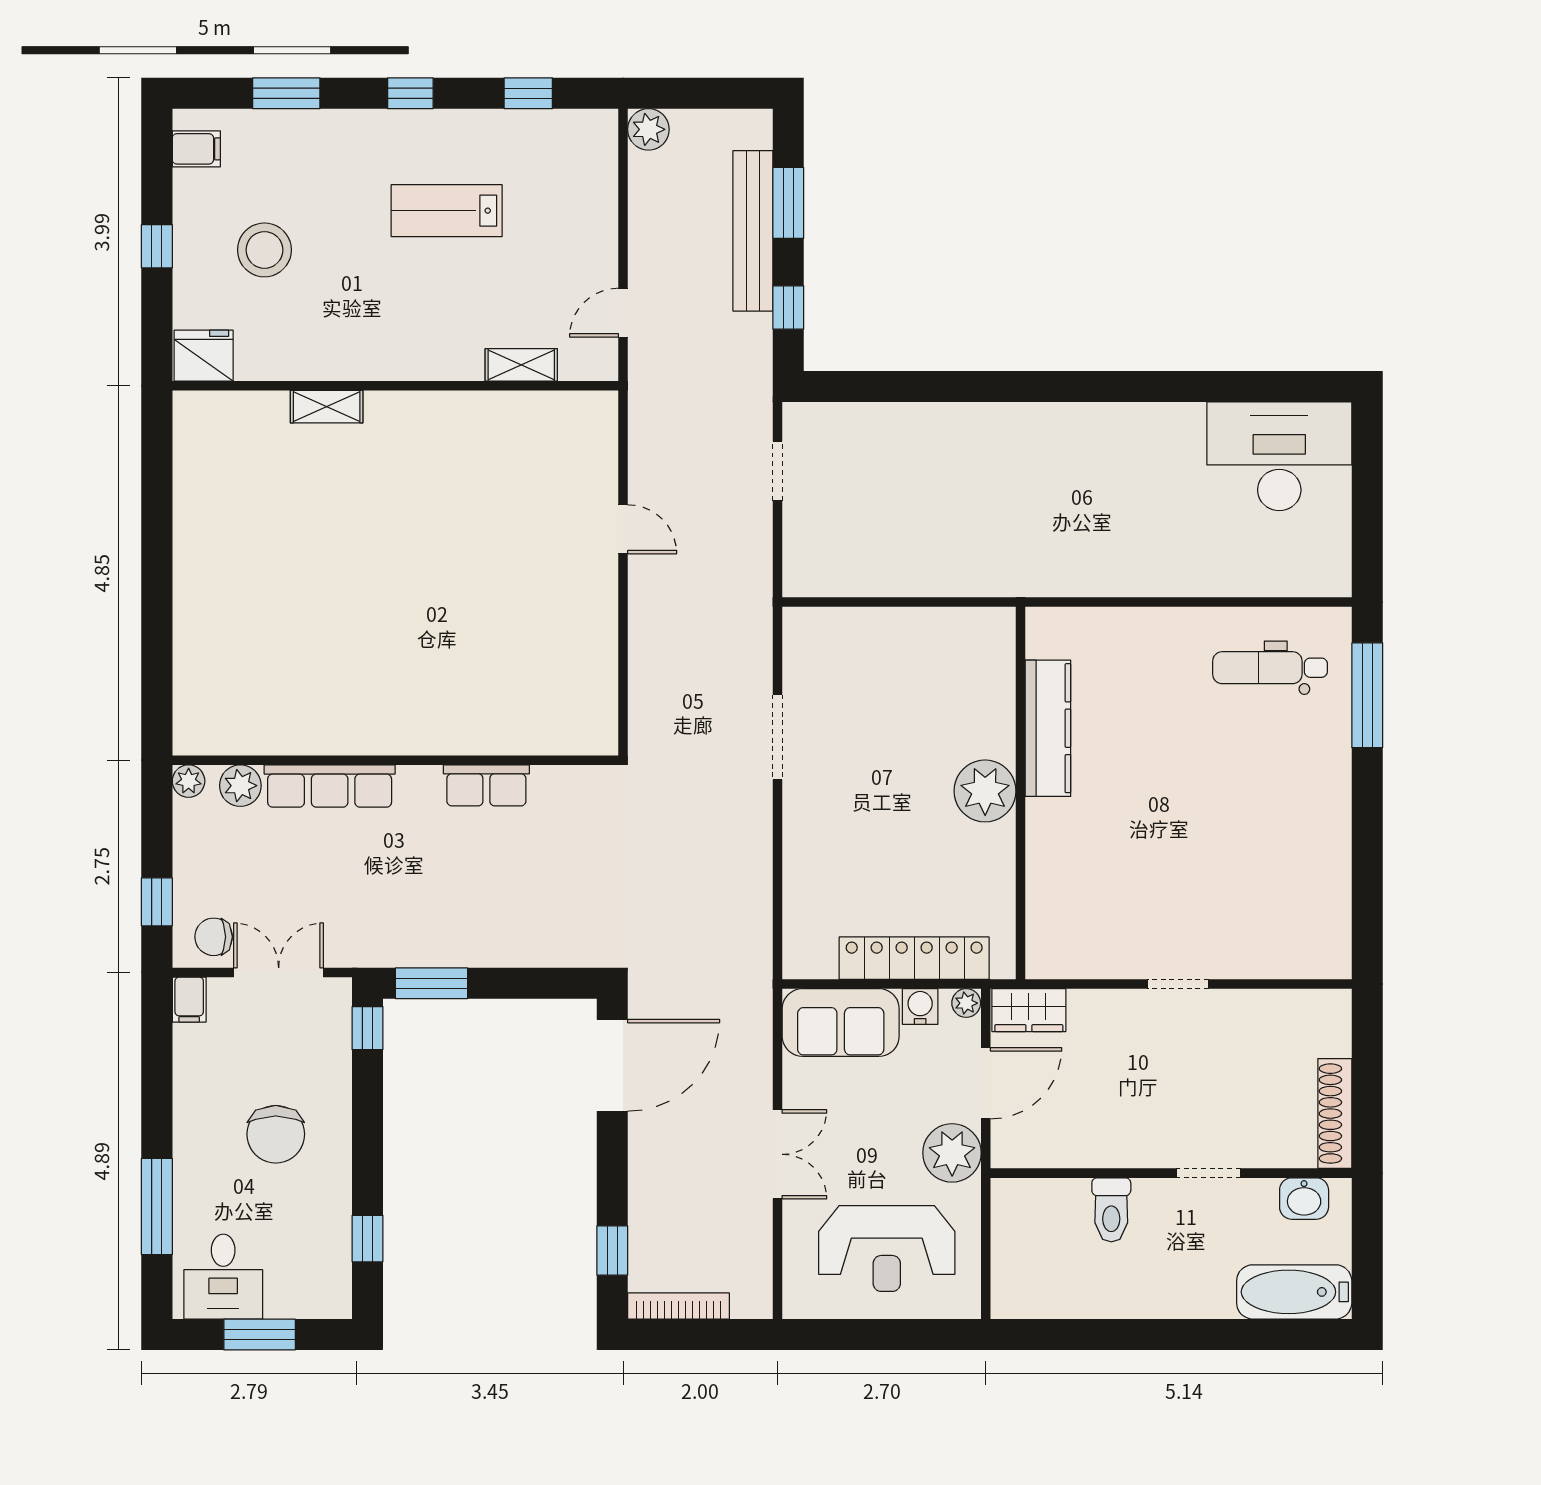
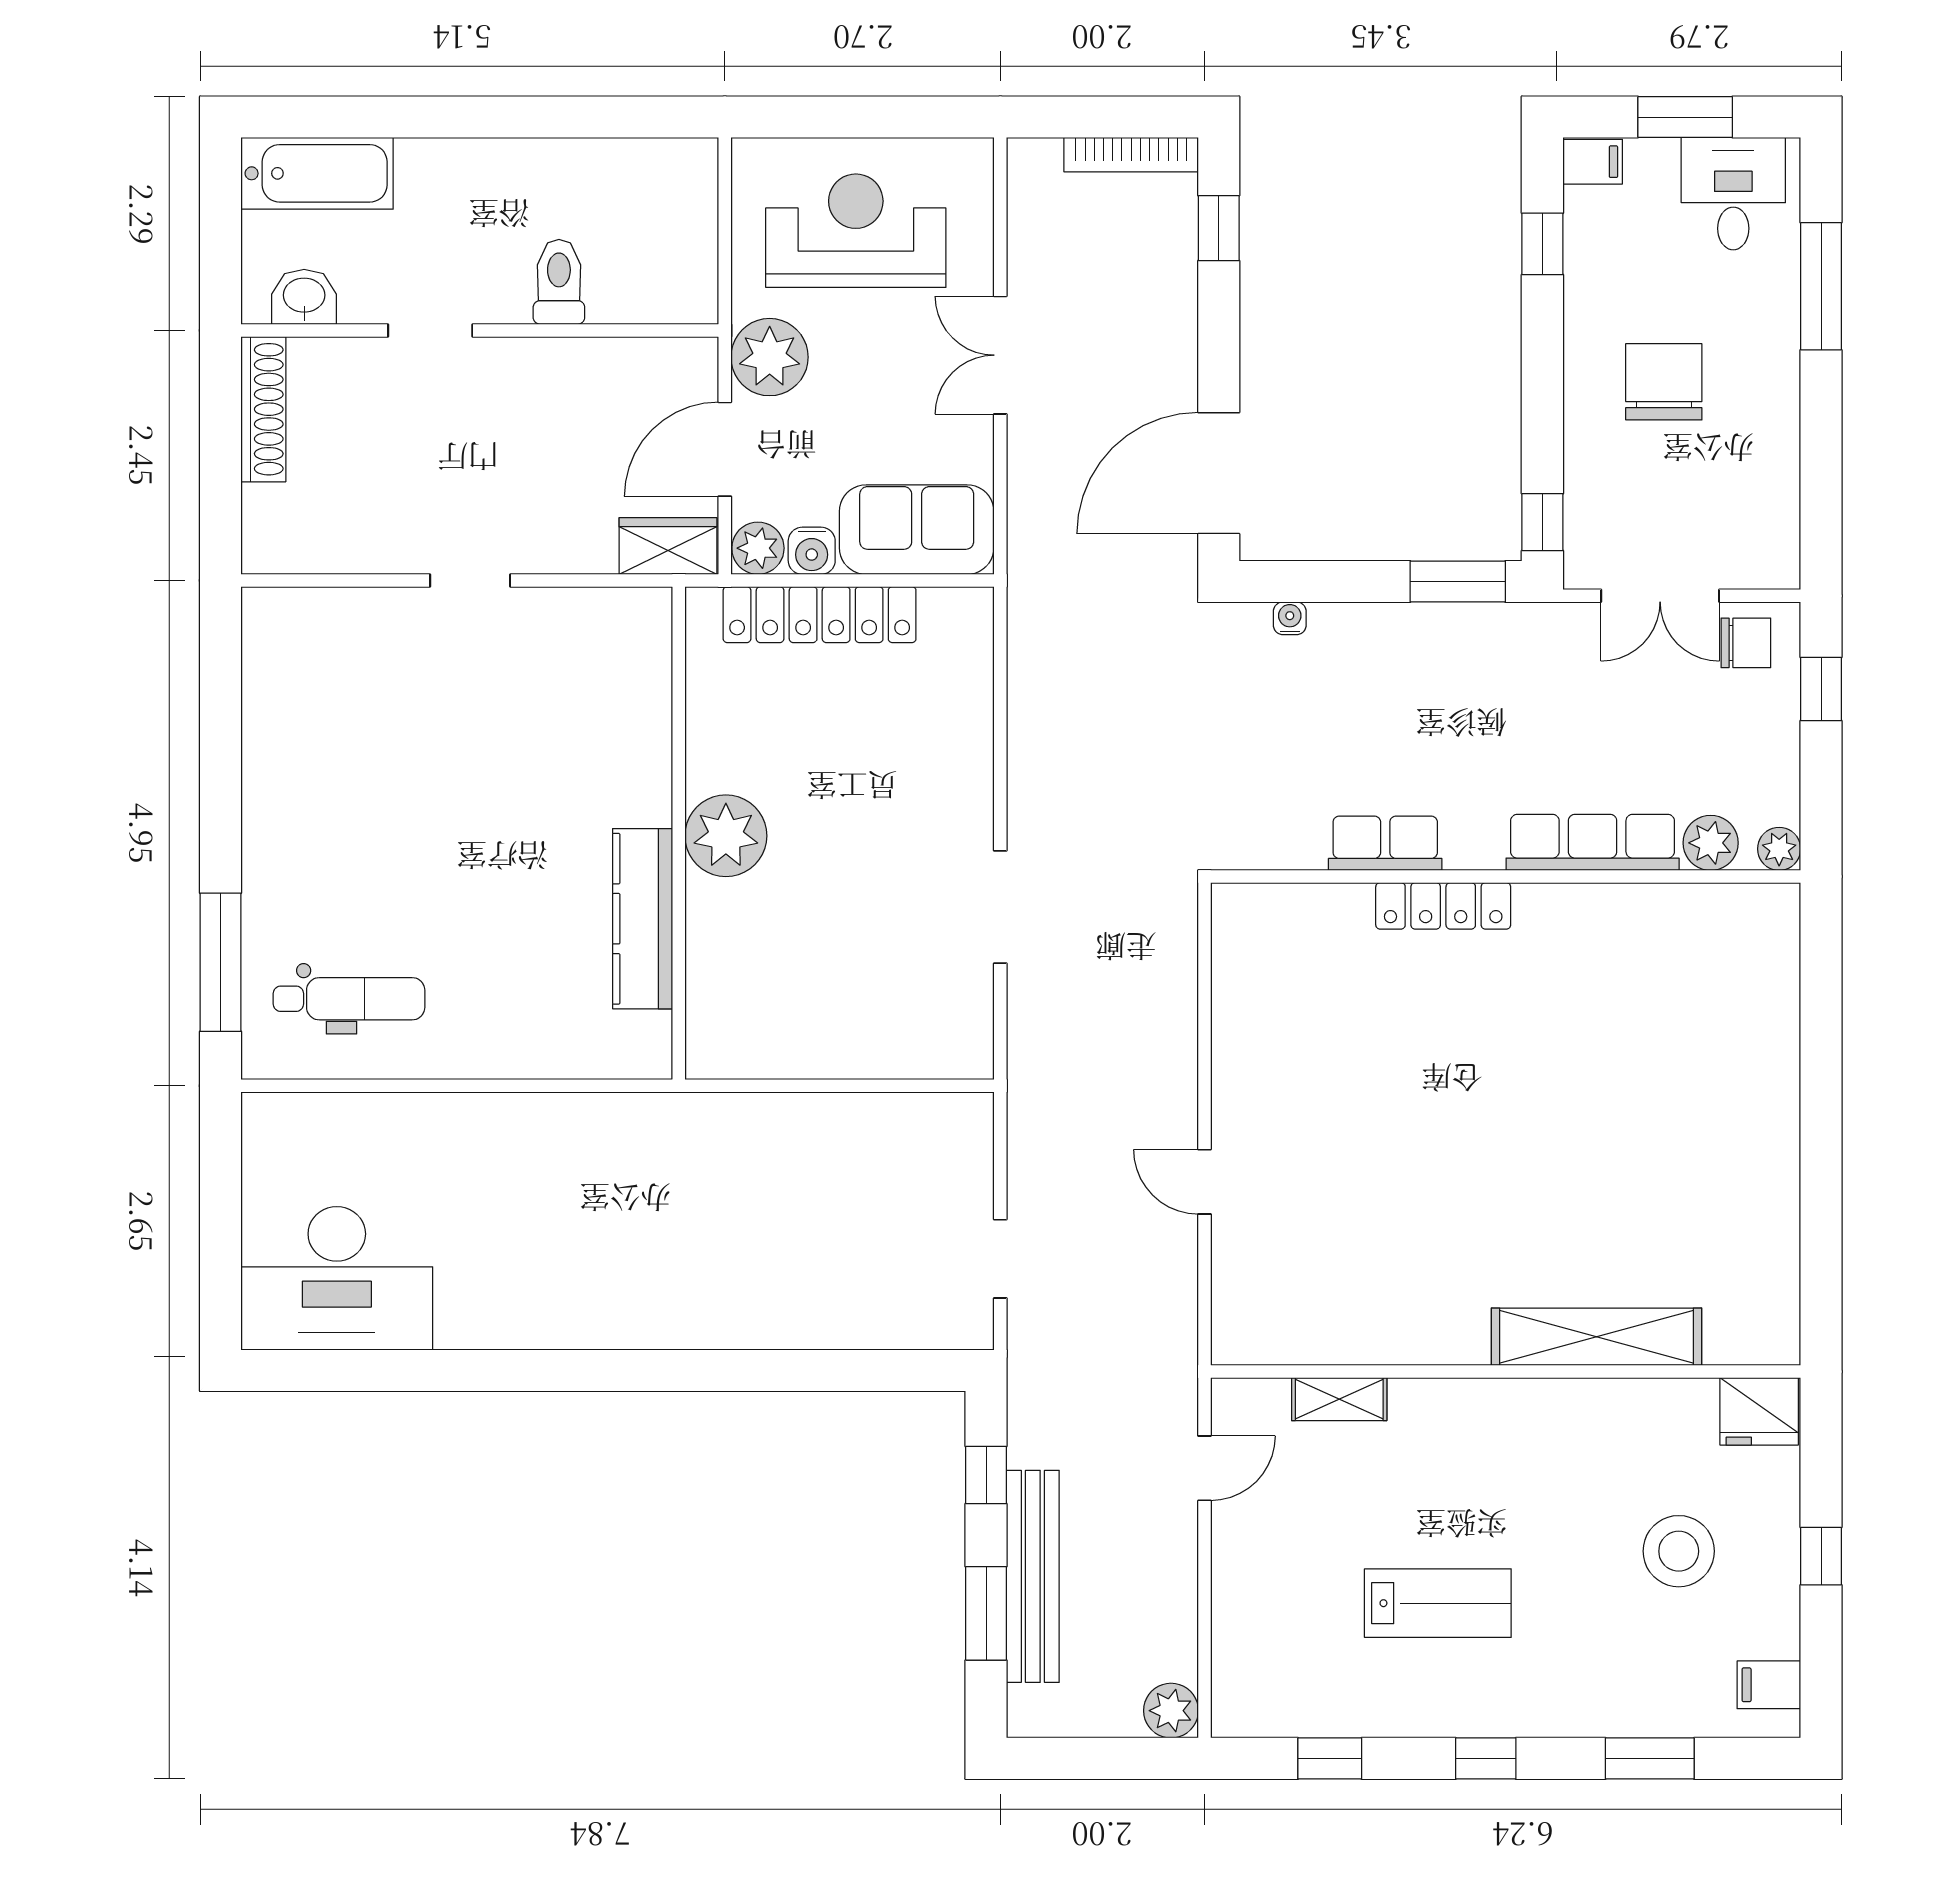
shelving: (327, 407) -> (1597, 1337), width x2.20, depth x1.33
locker: (443, 738) -> (1443, 906), added
water cooler: (559, 955) -> (1290, 618), added
filing cabinet: (189, 1000) -> (1593, 162), moved, turned 90
plant: (966, 1003) -> (758, 548), width x1.38, depth x1.38

